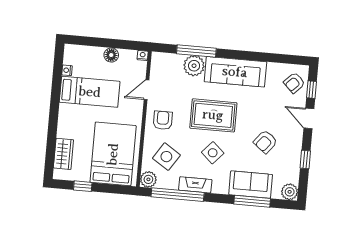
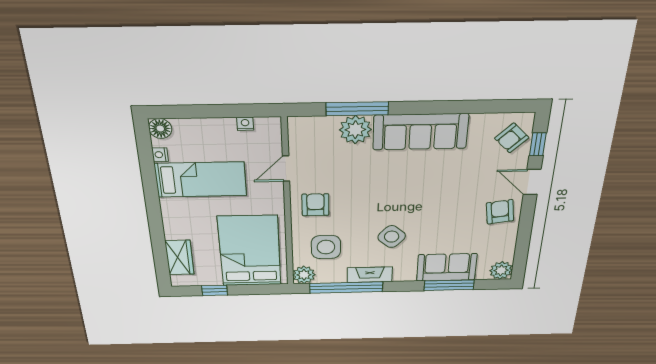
floor lamp: (111, 55) -> (160, 129), moved
nightstand: (143, 55) -> (245, 124), moved
rug: (213, 115) -> (390, 192), removed
armchair: (265, 142) -> (500, 212), moved, turned 134
side table: (166, 157) -> (326, 247), turned -33
window: (305, 159) -> (524, 232), removed

